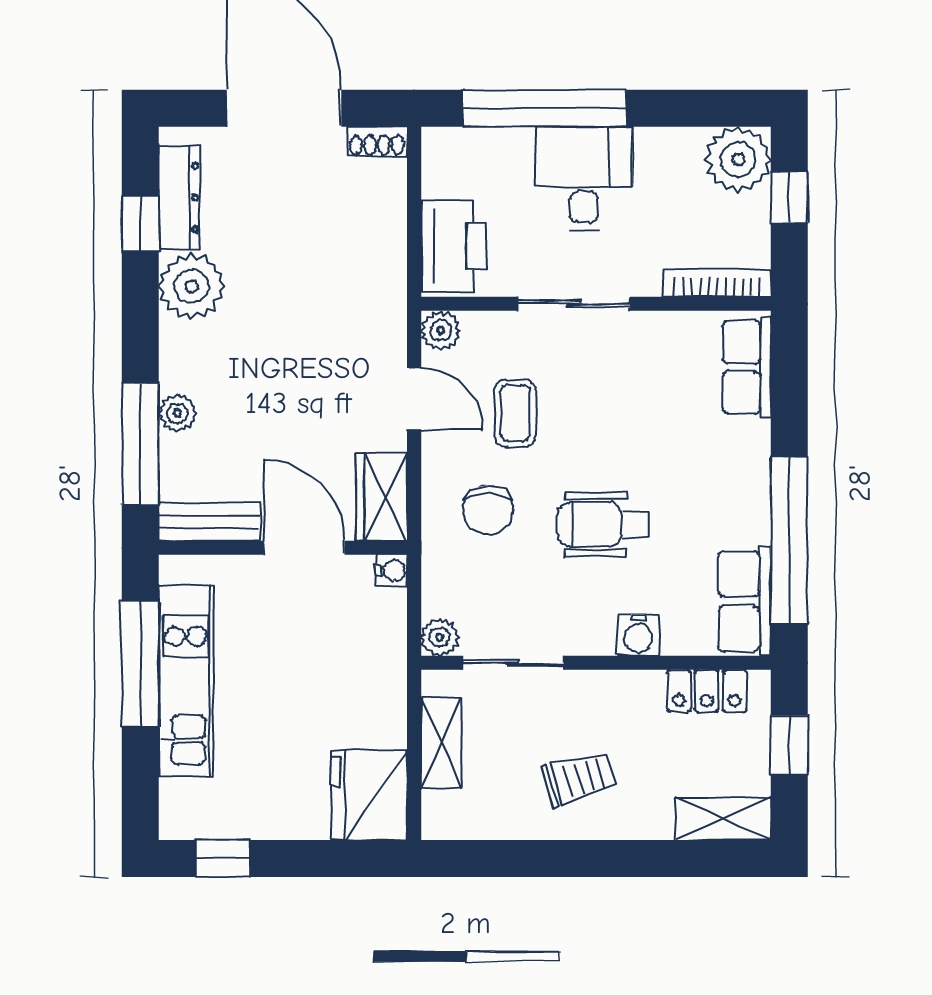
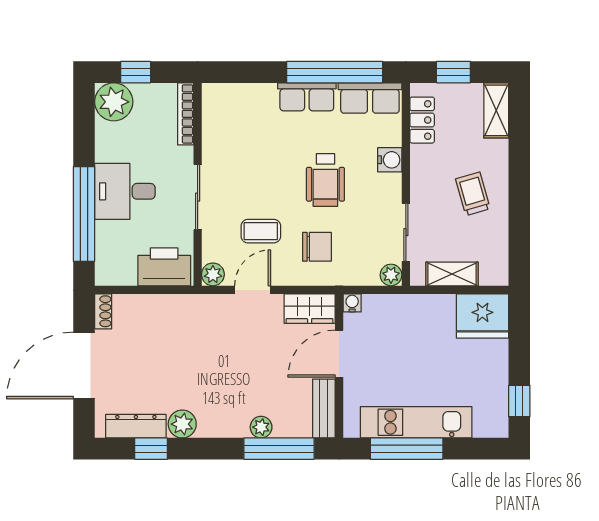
plant: (192, 286) -> (182, 424), width x0.73, depth x0.73
row of seats: (747, 367) -> (307, 97), moved

